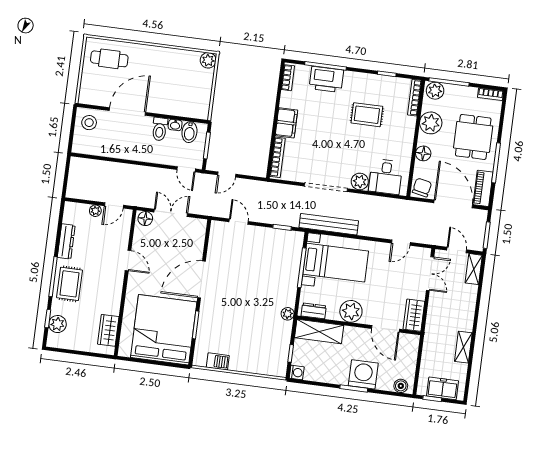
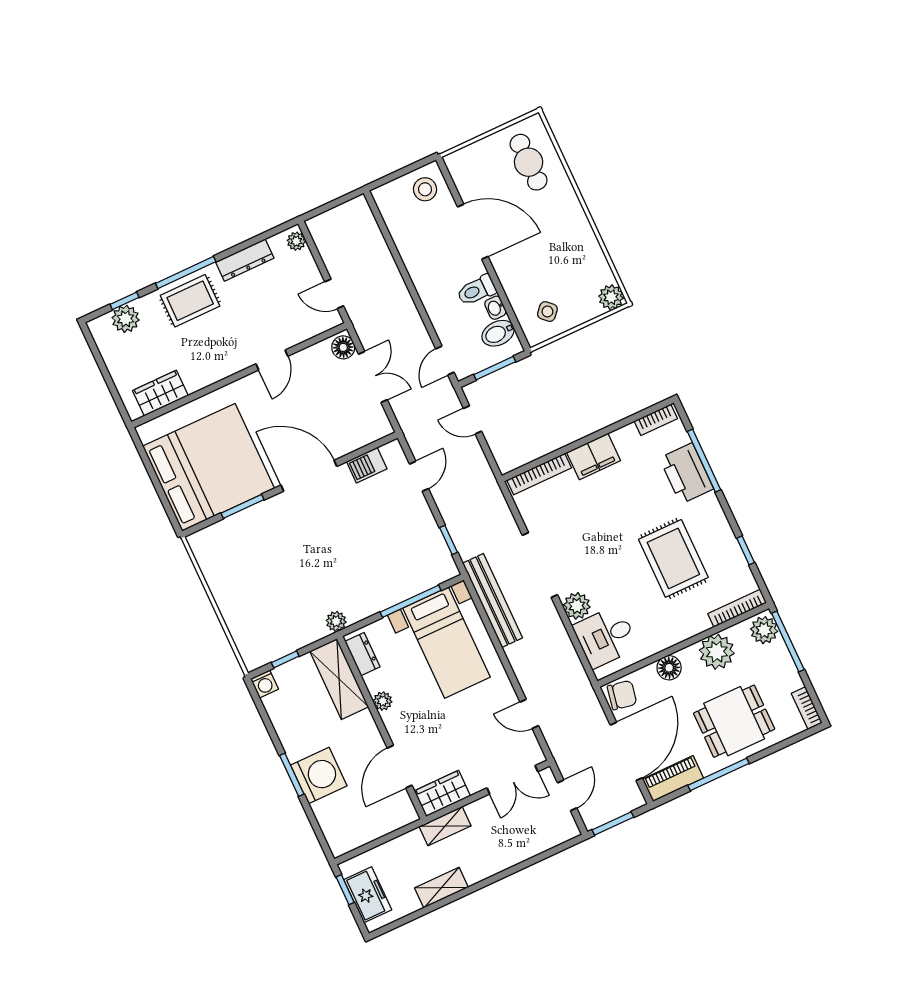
side table: (194, 99) -> (547, 312), added
rug: (367, 115) -> (673, 558), width x1.36, depth x1.43
plant: (95, 211) -> (296, 241), moved
shelving: (474, 269) -> (445, 826), moved
plant: (351, 311) -> (383, 701), width x0.53, depth x0.53
barbecue: (218, 361) -> (367, 465), moved, turned 90
boiler: (401, 386) -> (335, 836), removed

